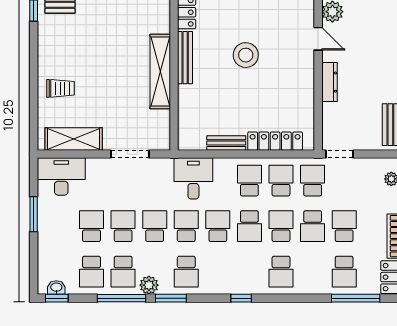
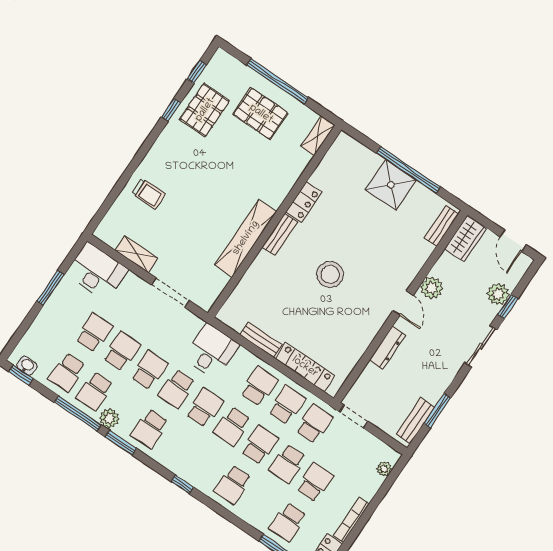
bench: (185, 58) -> (280, 235), width x0.73
shelving: (74, 139) -> (137, 254), width x0.67, depth x0.75
school desk: (186, 226) -> (177, 389), turned 180

